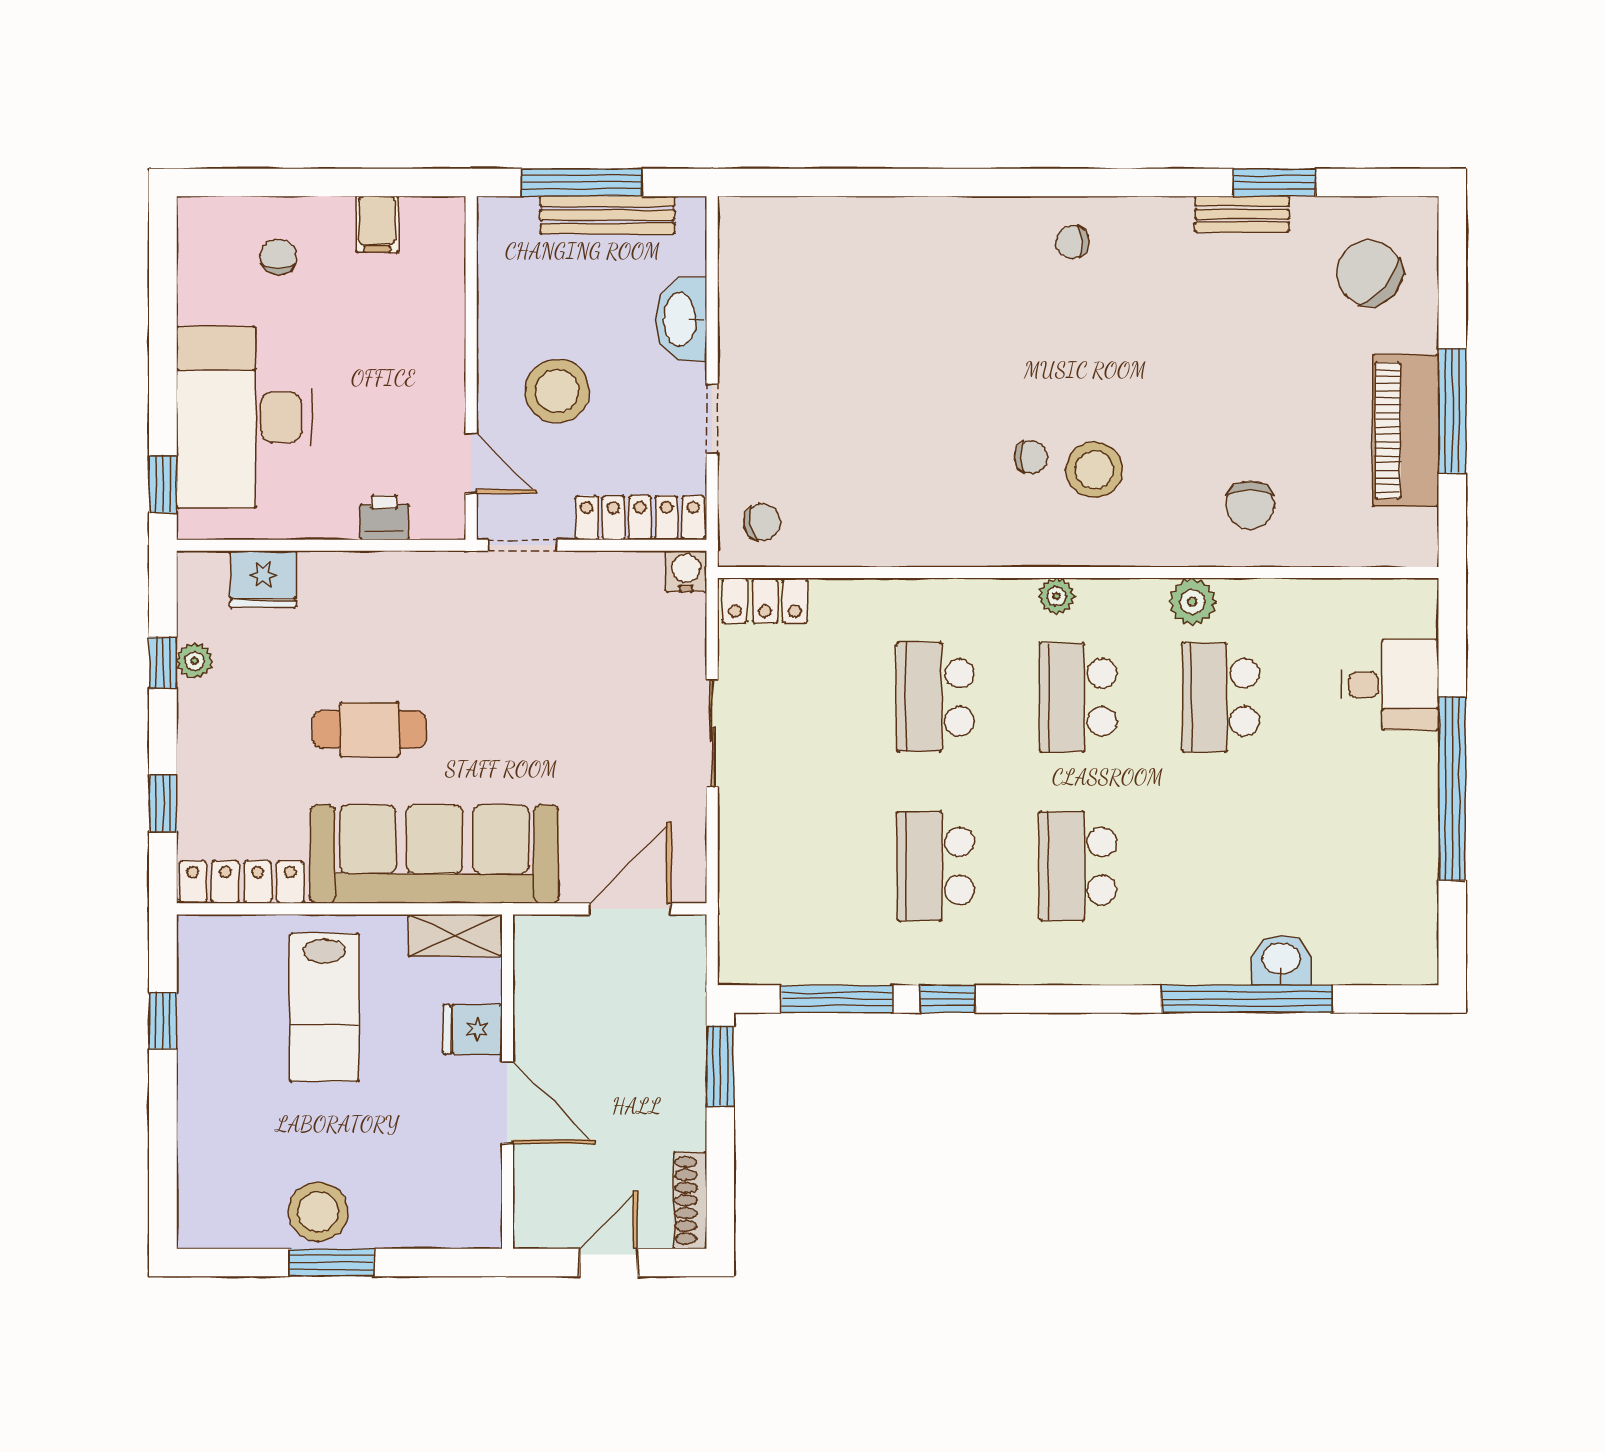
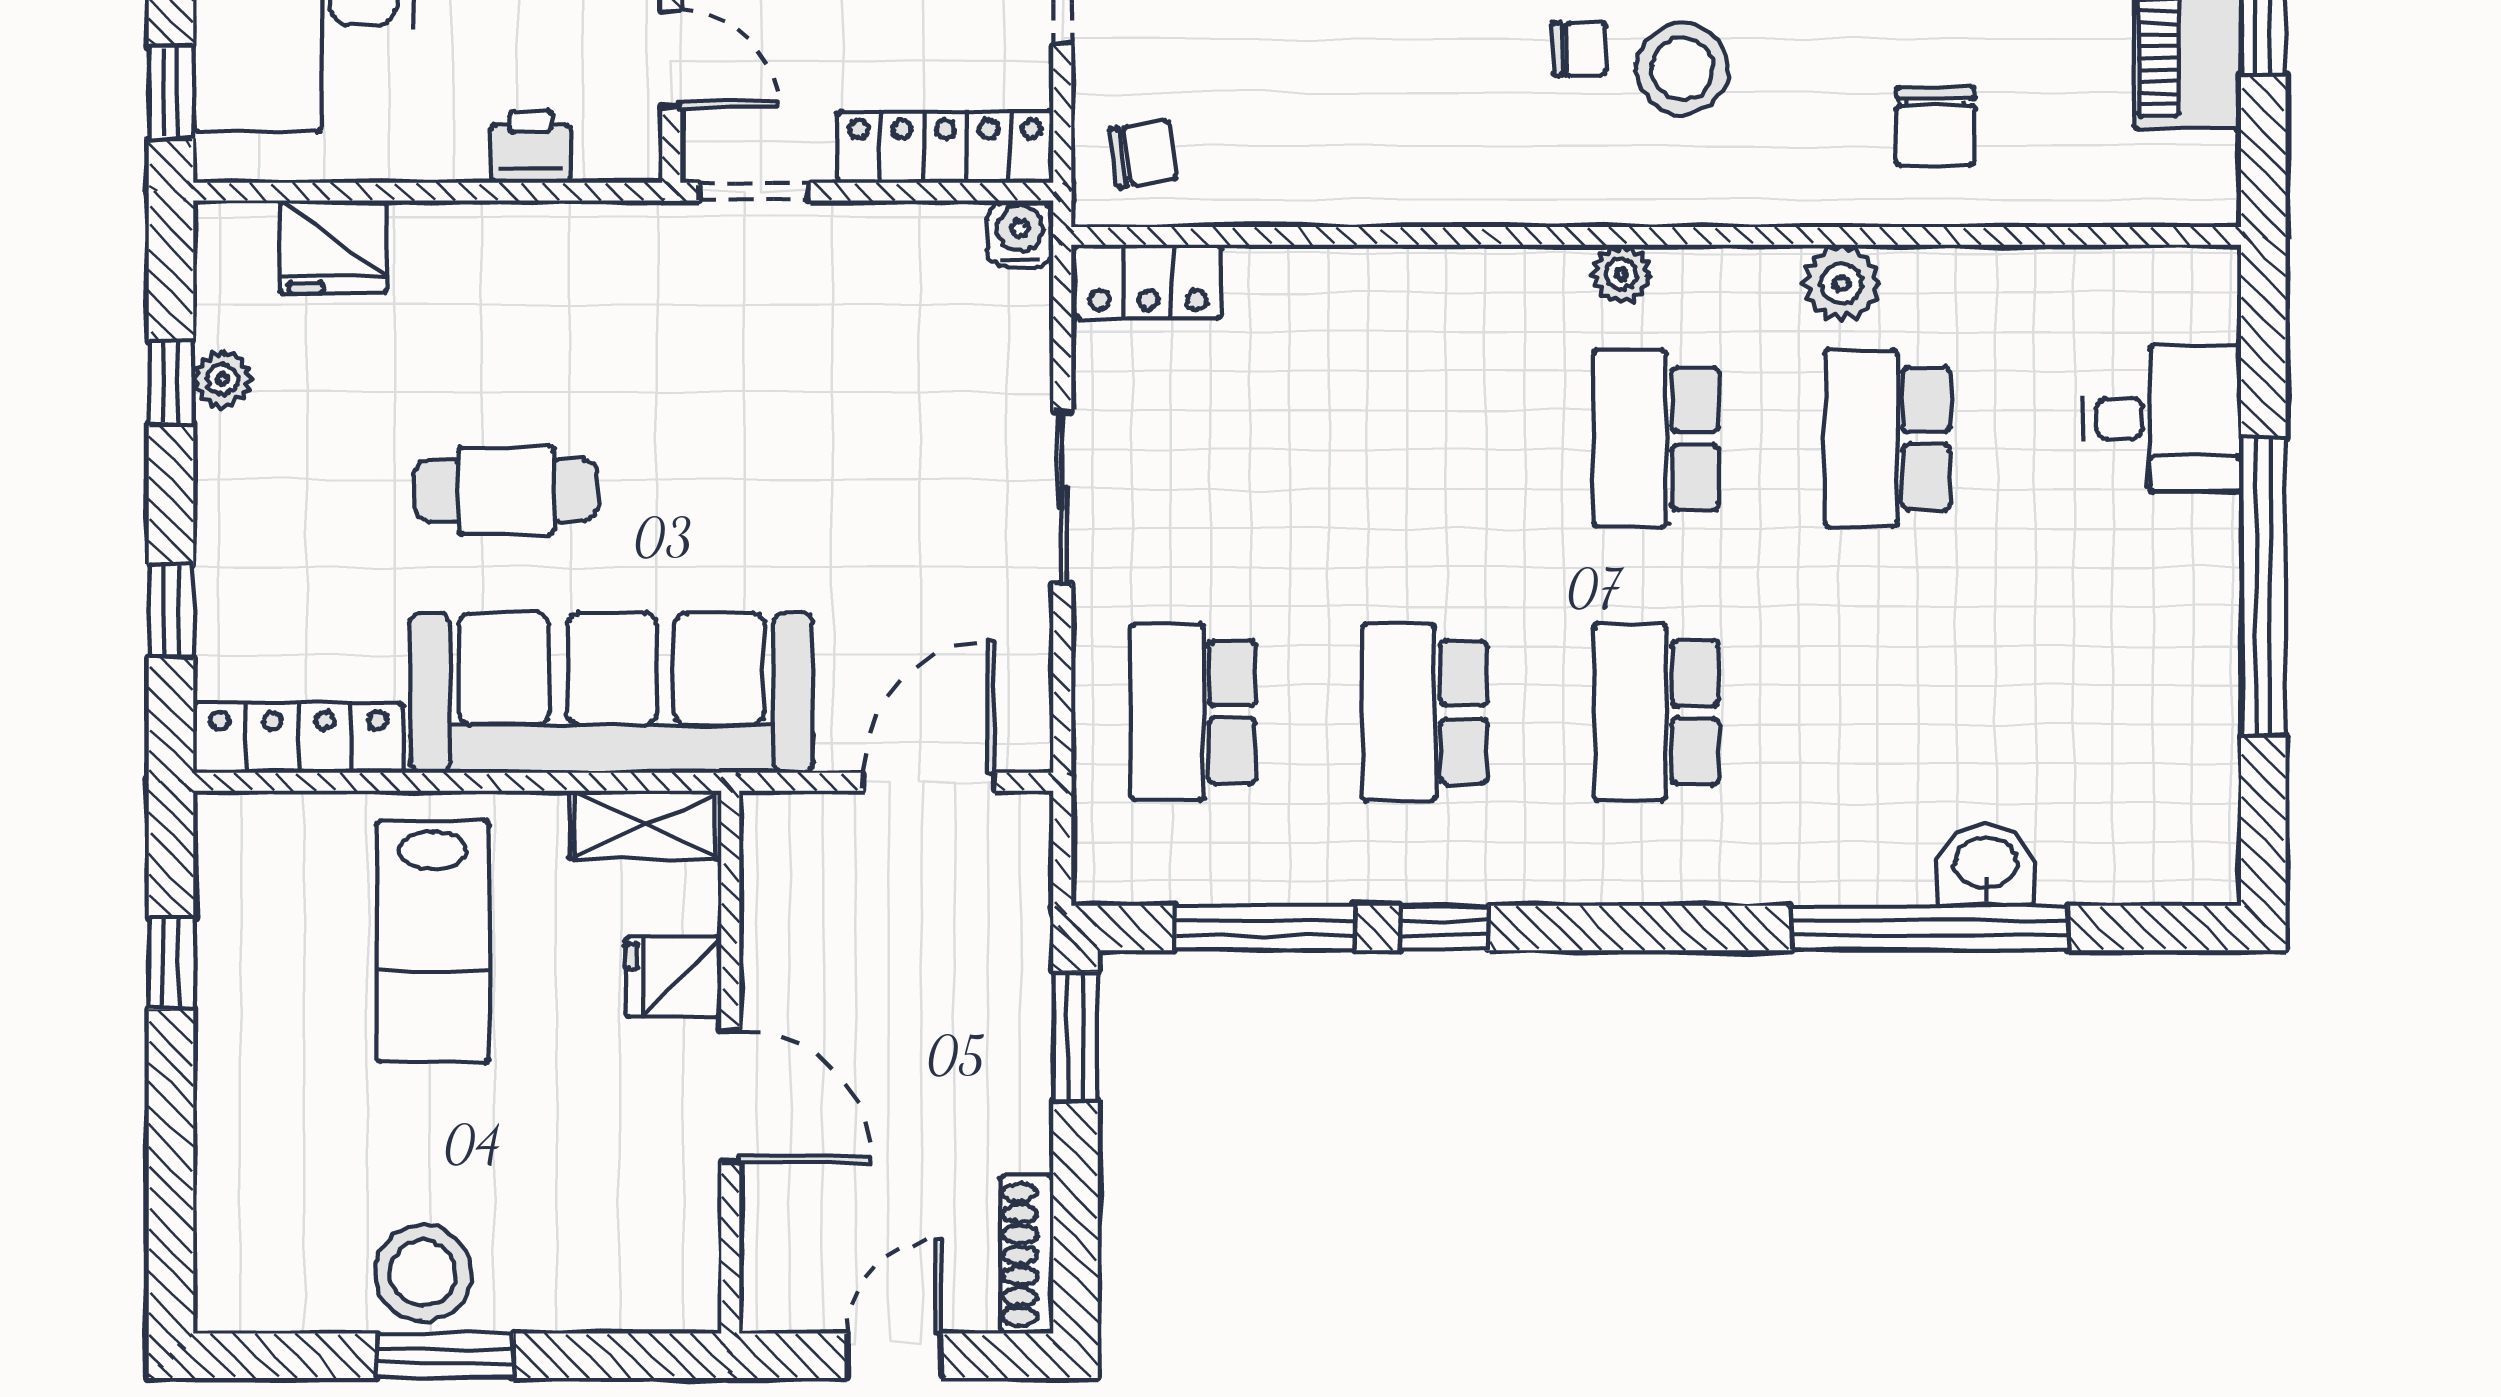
school desk: (935, 697) -> (1193, 712), moved

